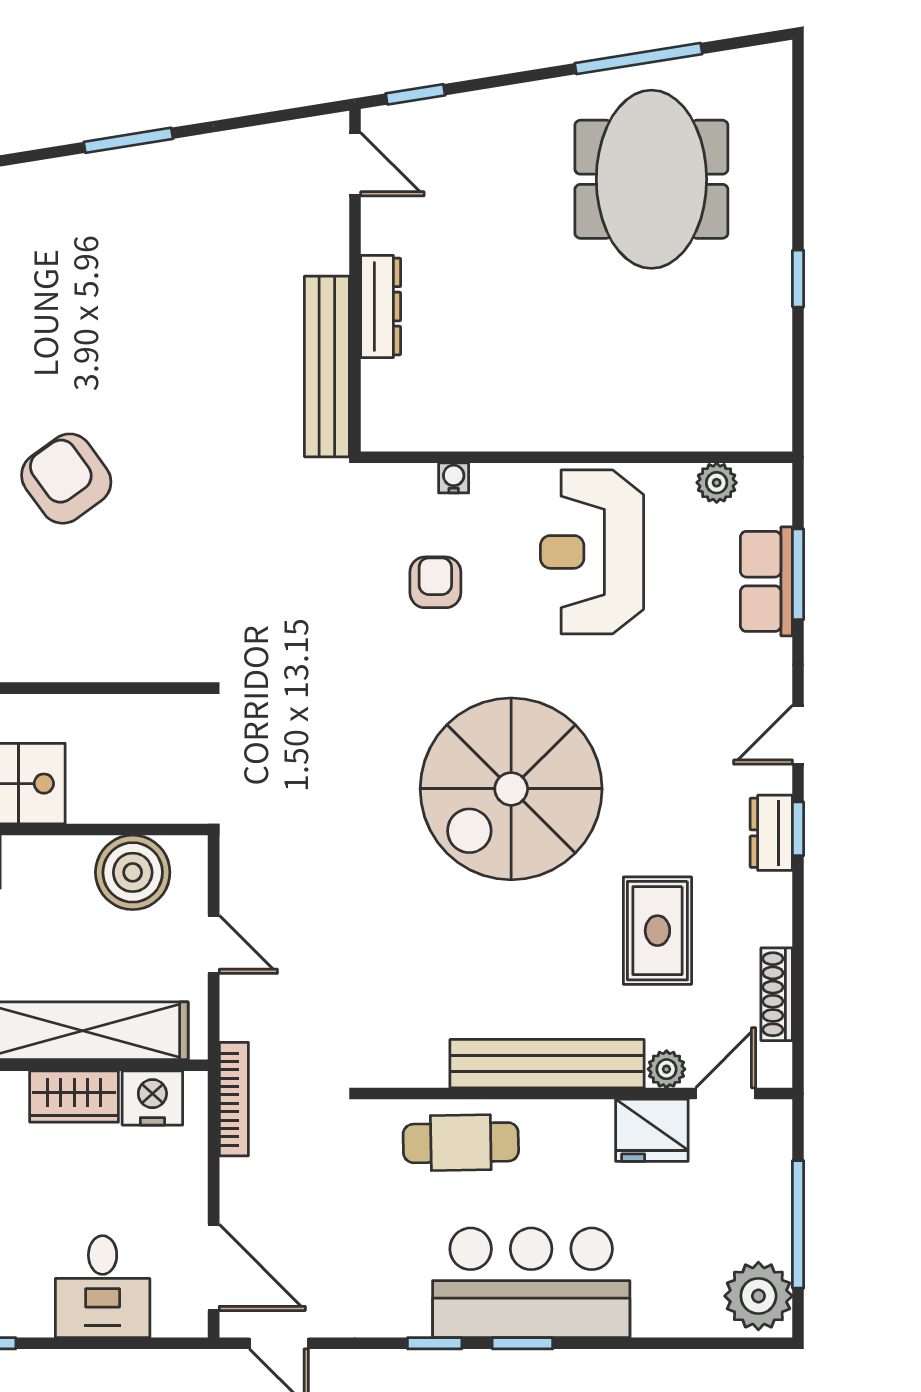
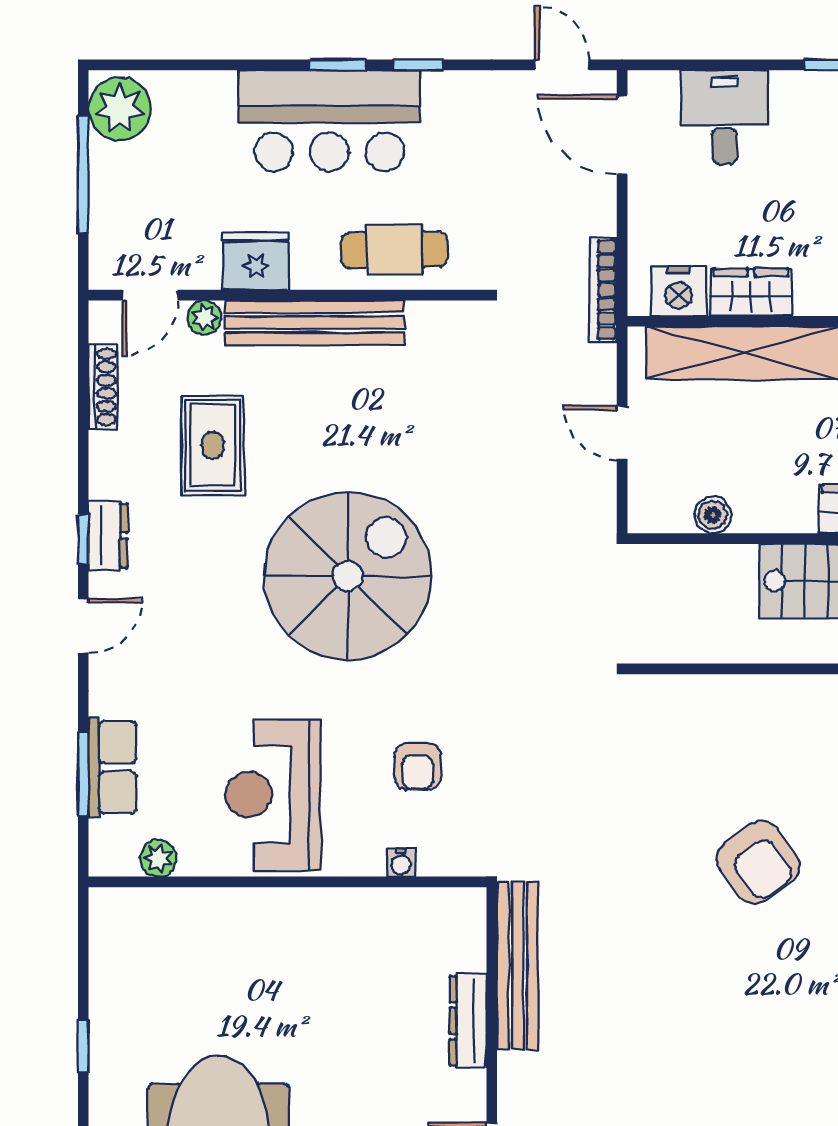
reception desk: (592, 552) -> (273, 795), turned 180
boiler: (133, 872) -> (713, 515), width x0.54, depth x0.54
fridge: (652, 1130) -> (256, 261), moved

